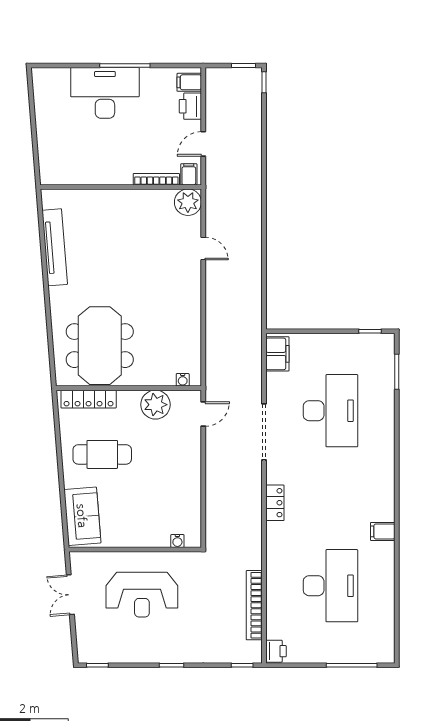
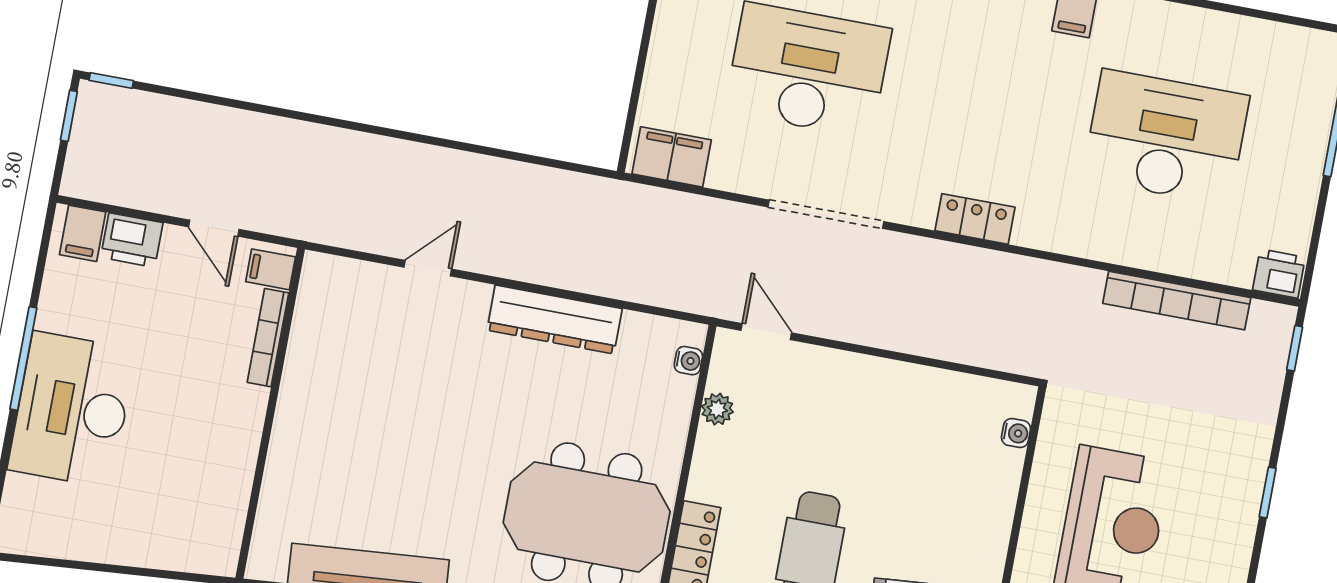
plant: (188, 202) -> (327, 282), removed
dresser: (190, 313) -> (555, 319), added
plant: (155, 405) -> (717, 409), width x0.53, depth x0.53

